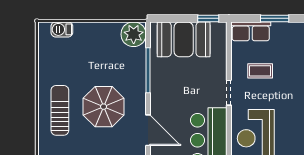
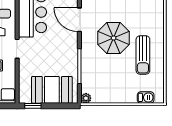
plant: (134, 34) -> (86, 98), width x0.53, depth x0.53
sun lounger: (60, 110) -> (143, 55), moved

